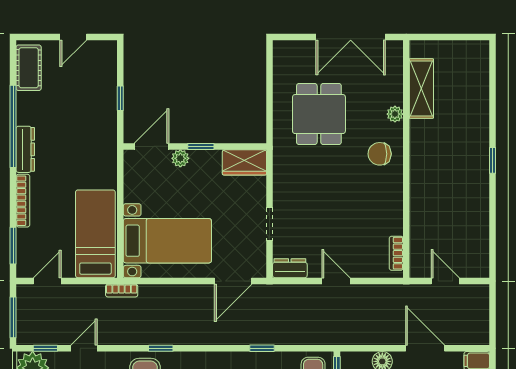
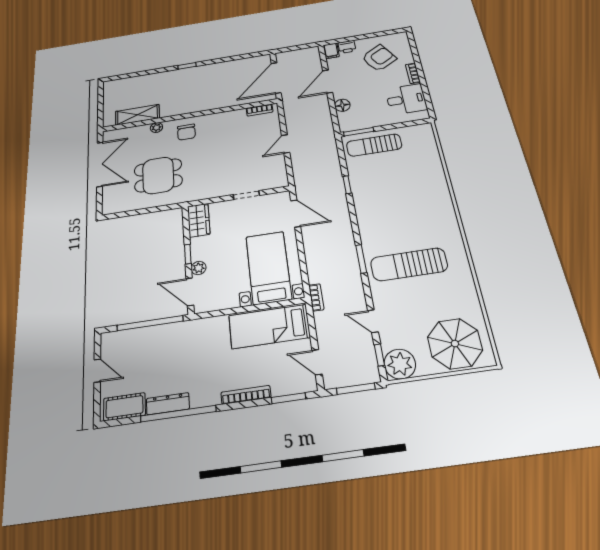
window: (120, 98) -> (150, 323), width x3.17
dresser: (25, 149) -> (168, 404), moved
dresser: (290, 268) -> (280, 176), removed
door: (445, 281) -> (276, 78), width x1.88
window: (161, 348) -> (361, 259), width x1.50

